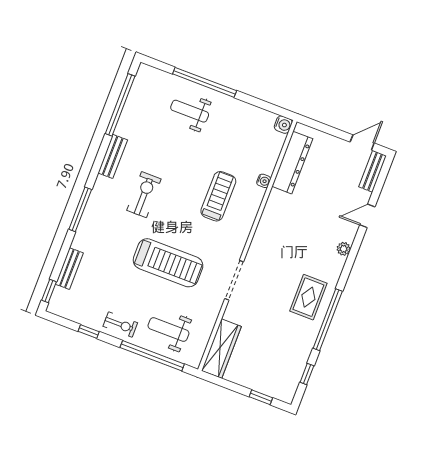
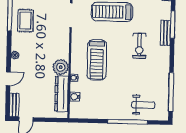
weight bench: (190, 111) -> (143, 105), moved
water cooler: (283, 125) -> (75, 97), moved
bench: (113, 156) -> (166, 33), moved
treadmill: (218, 196) -> (97, 60), width x1.37, depth x1.38
plant: (279, 205) -> (61, 67), added

